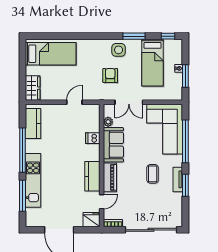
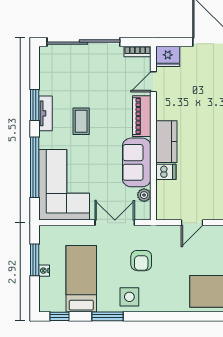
kitchen counter: (92, 176) -> (166, 142), moved

